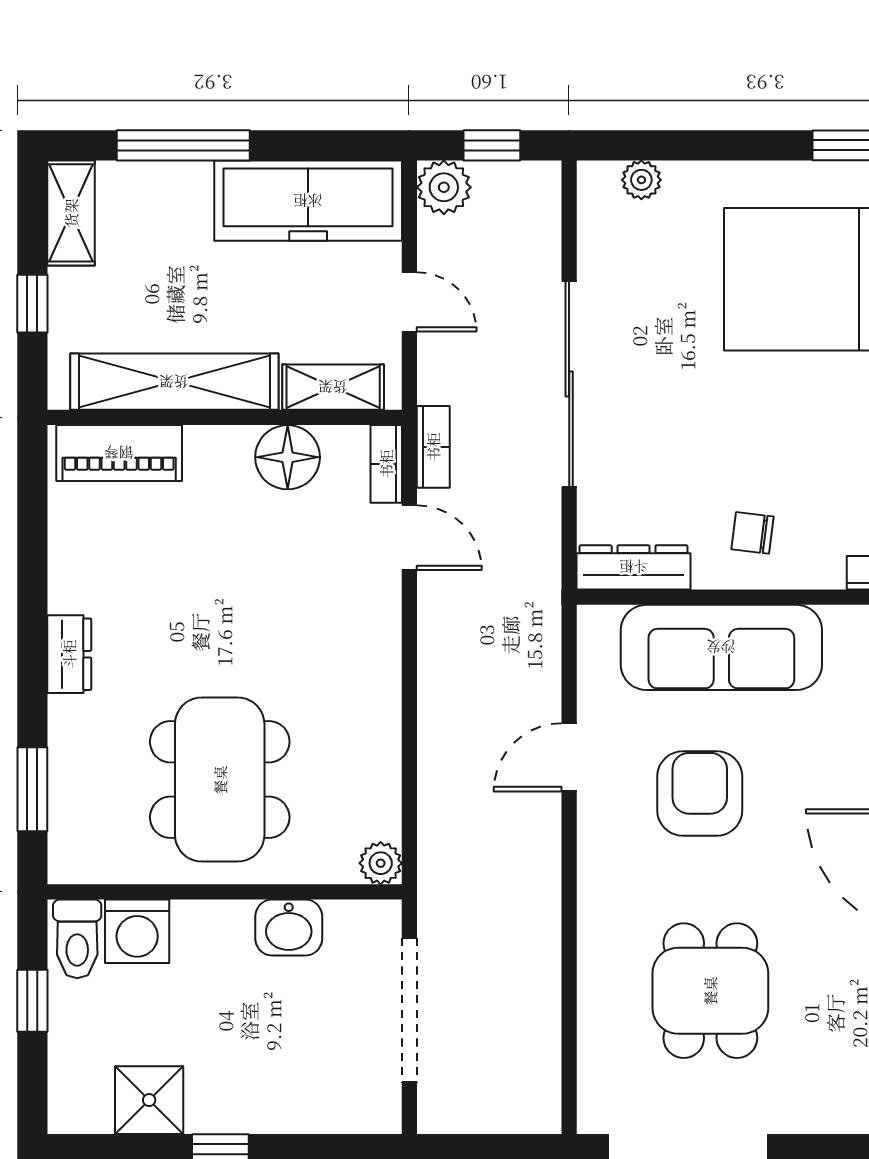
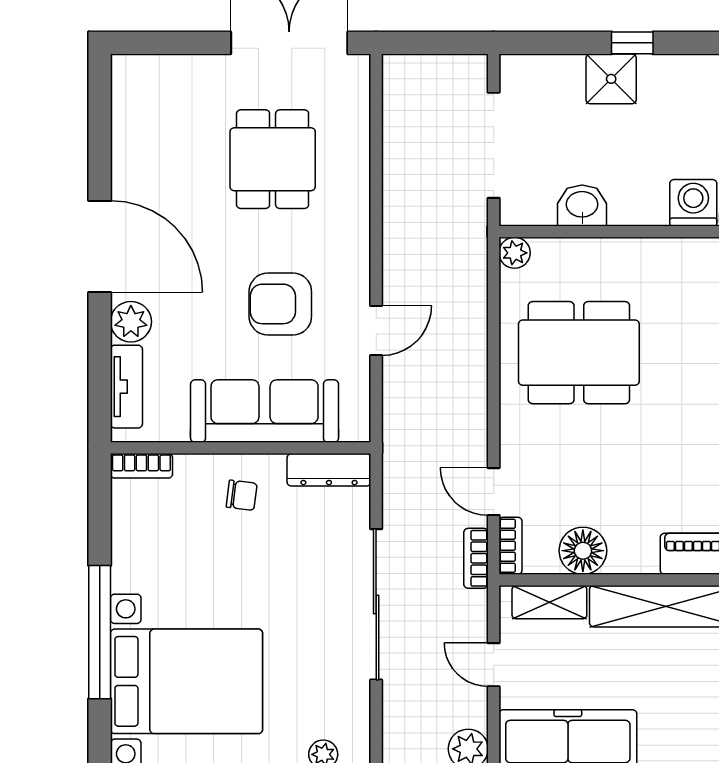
dining table: (220, 780) -> (579, 353), moved, turned 90
armchair: (700, 793) -> (280, 304), turned 90
shower: (149, 1100) -> (611, 79), moved

